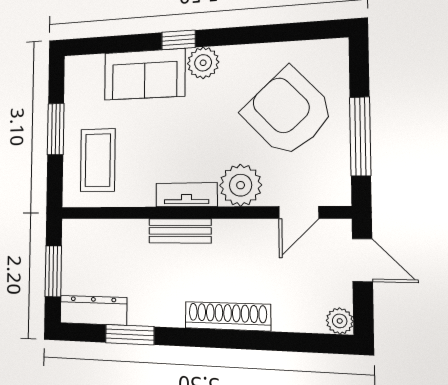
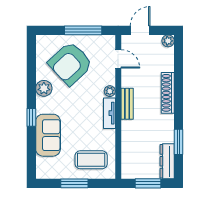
plant: (203, 63) -> (44, 88), moved
plant: (241, 185) -> (110, 91), width x0.53, depth x0.53
bench: (180, 231) -> (127, 104), moved

